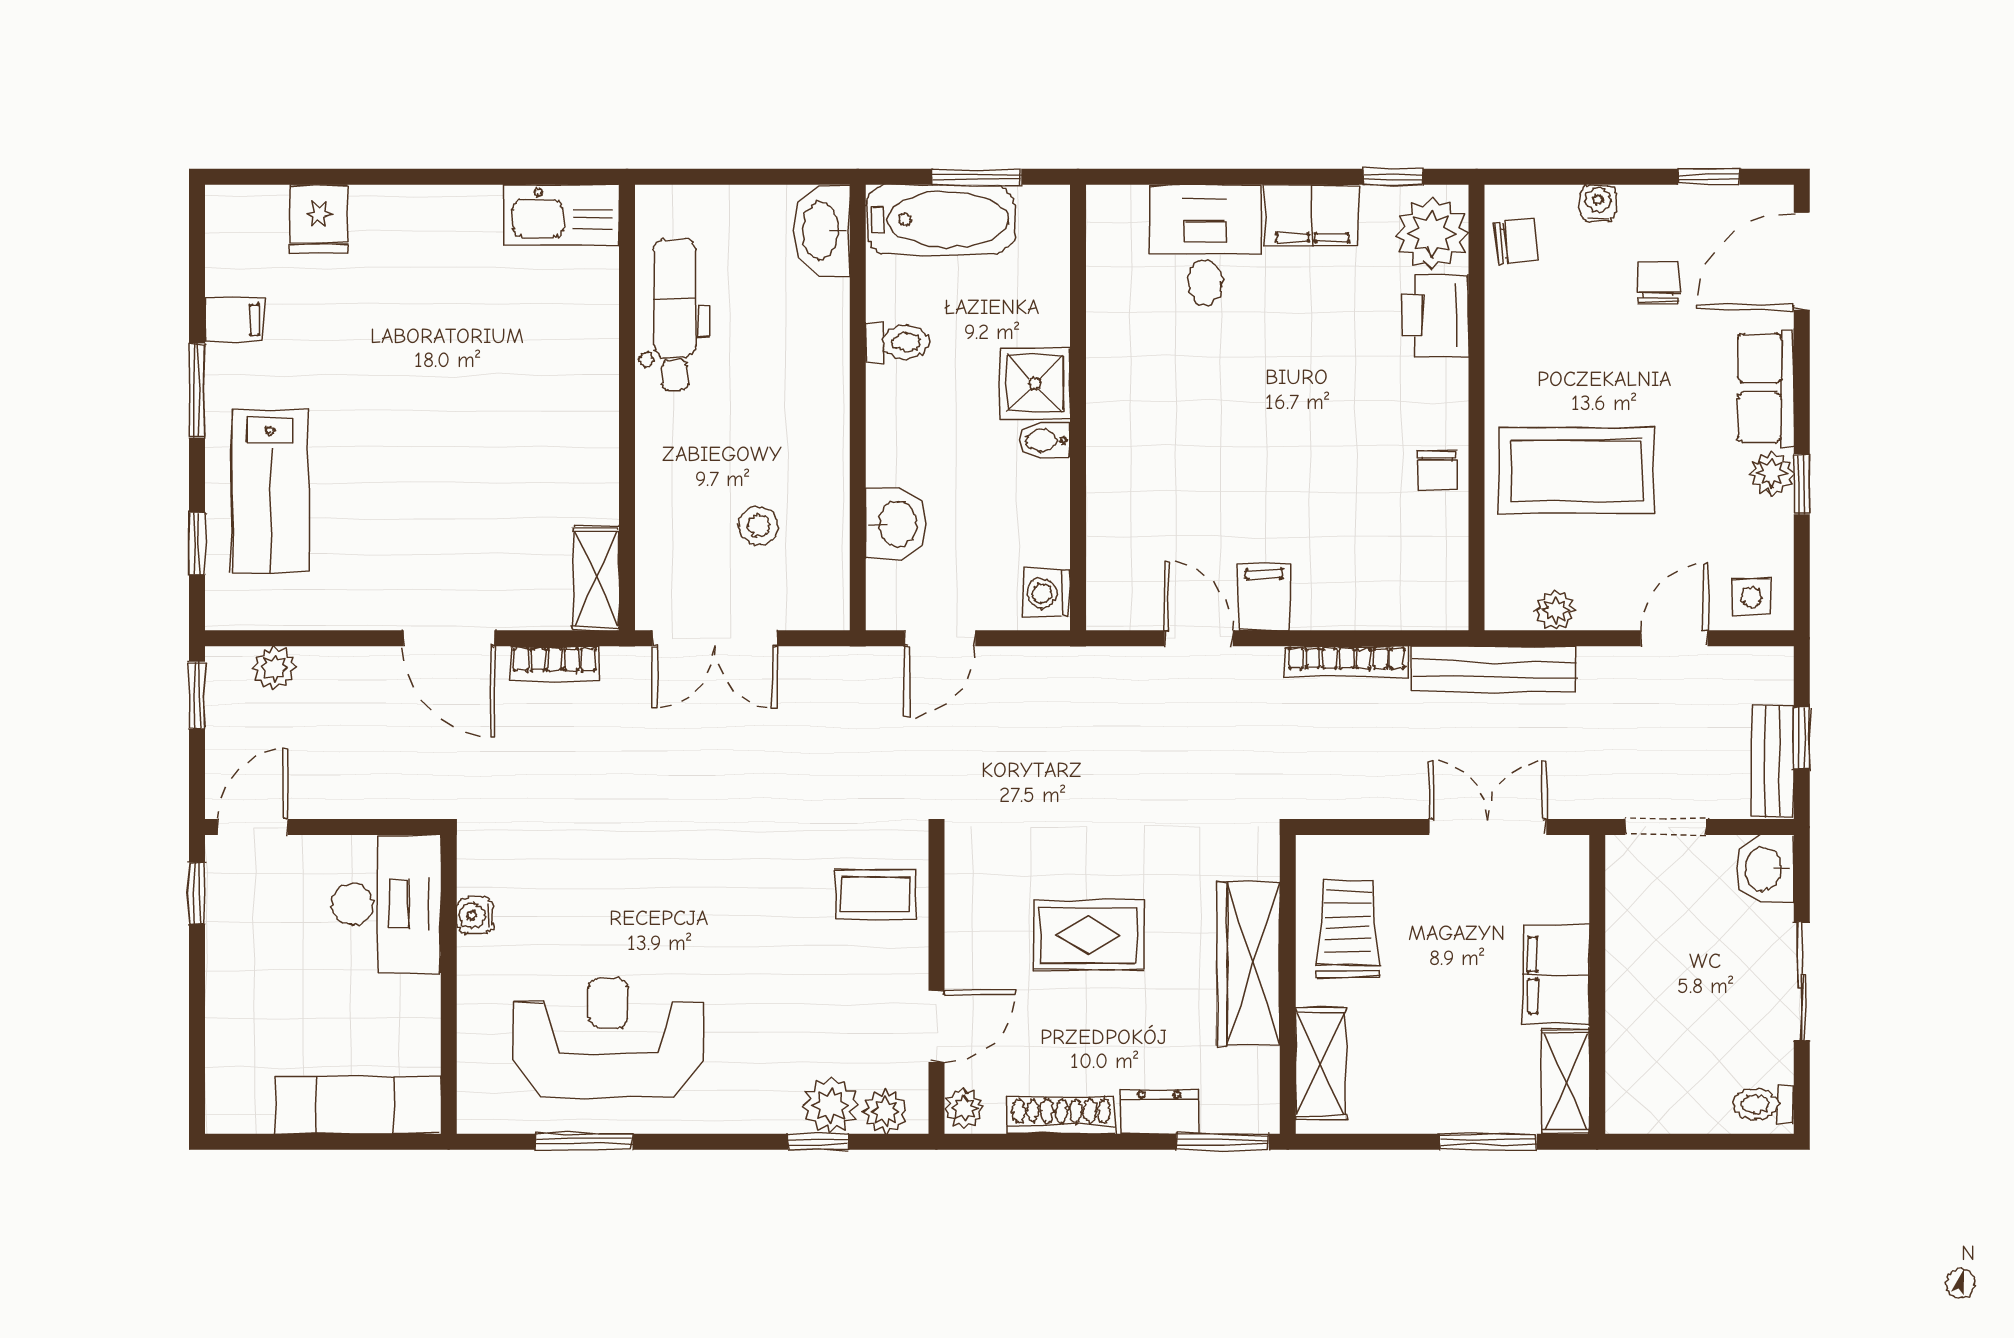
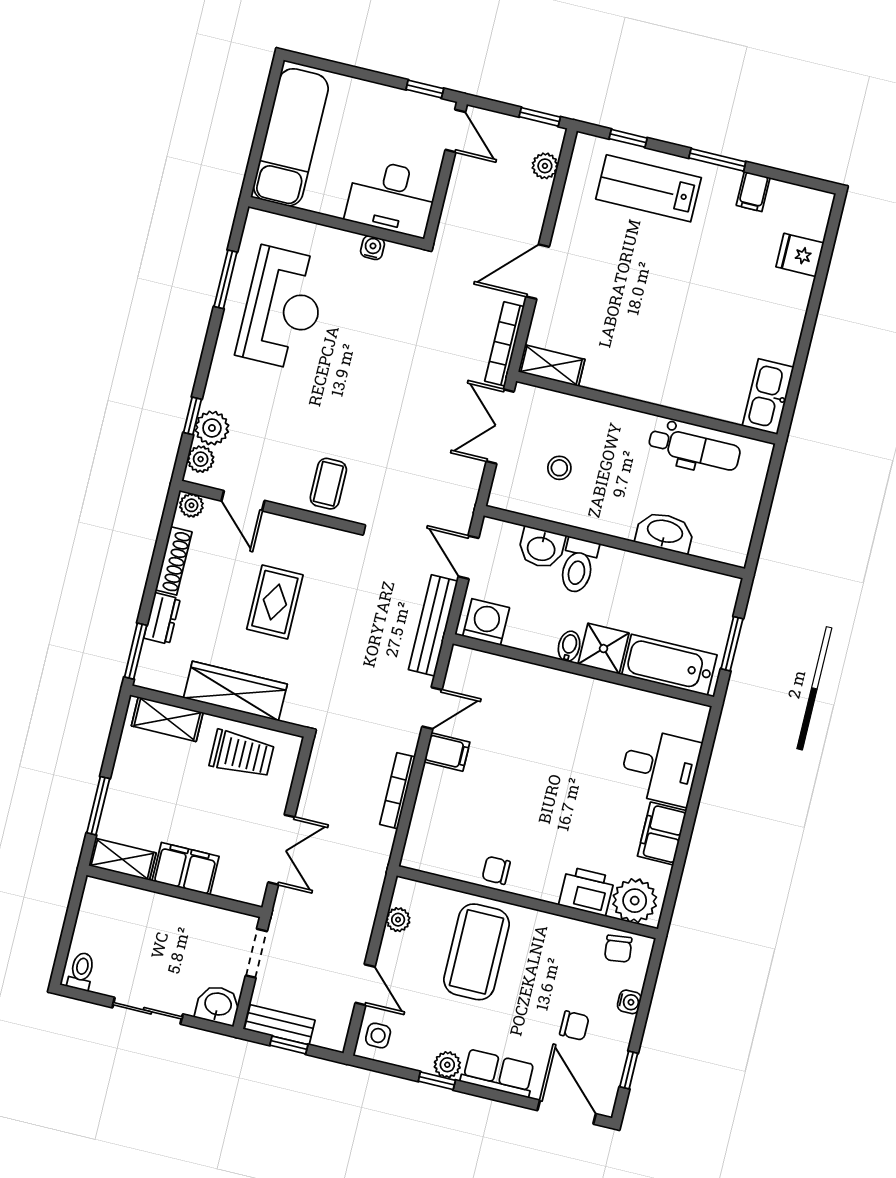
window: (1393, 177) -> (673, 886), removed
bathtub: (941, 219) -> (669, 665), moved, turned 90
washbasin: (822, 231) -> (665, 532), moved
toilet: (898, 342) -> (578, 565), moved, width x1.37, depth x1.39
washing machine: (1047, 593) -> (486, 622), width x1.38, depth x1.38
bookcase: (555, 664) -> (504, 344), width x1.56
bench: (1494, 669) -> (433, 625), moved
exam couch: (358, 1105) -> (291, 137), width x1.36, depth x1.45

